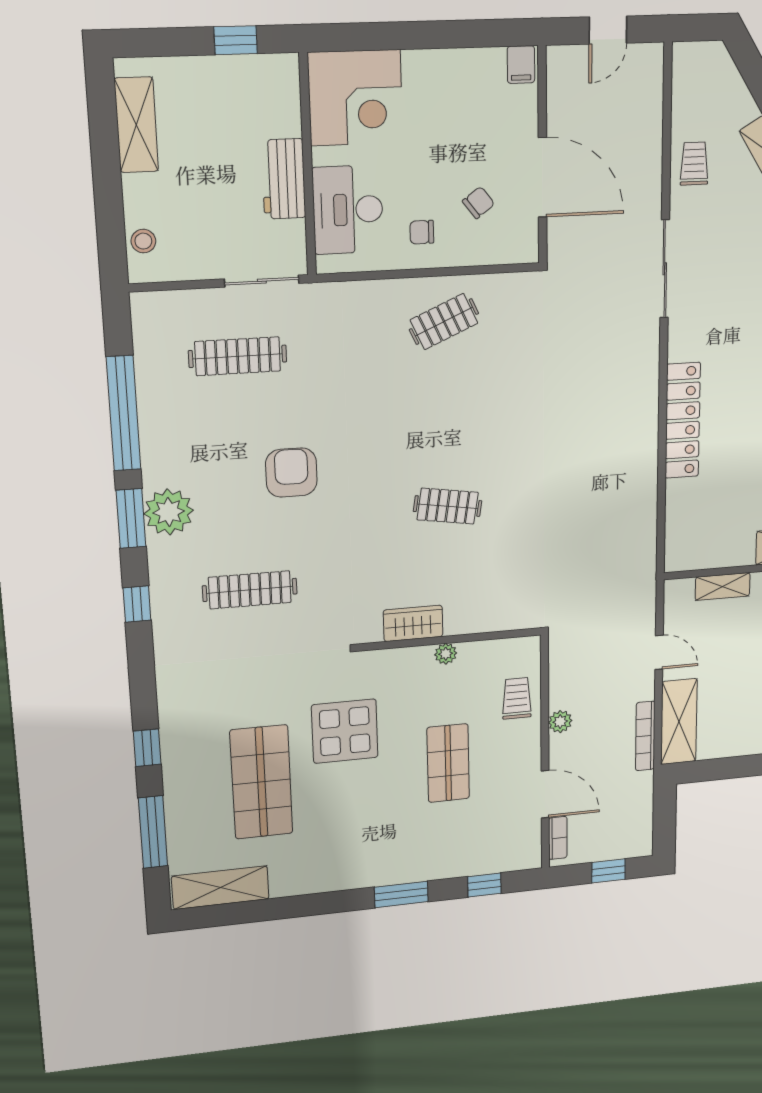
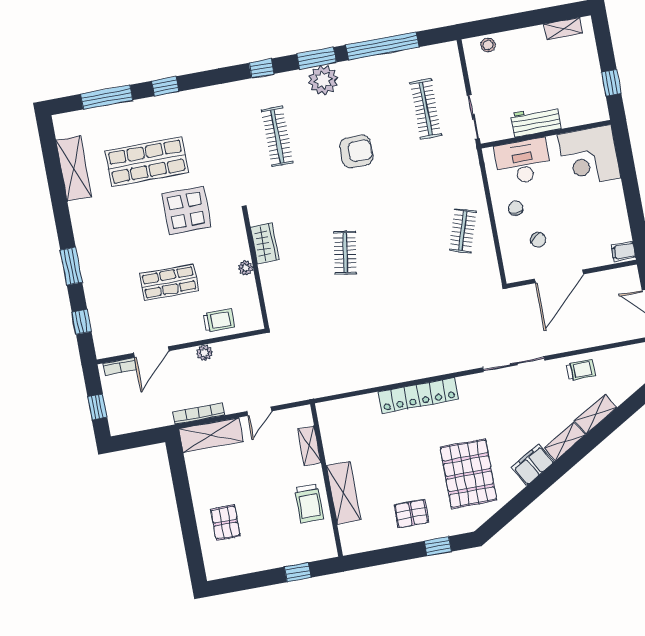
shelving: (136, 125) -> (563, 29), width x0.67, depth x0.75
clothes rail: (444, 322) -> (463, 231), turned 42
shelving: (220, 888) -> (74, 168), moved

